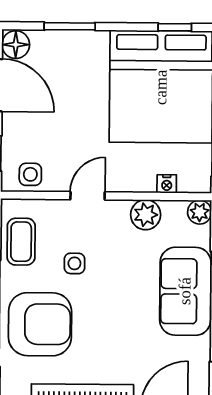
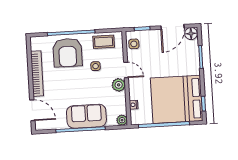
plant: (146, 215) -> (119, 85), moved

